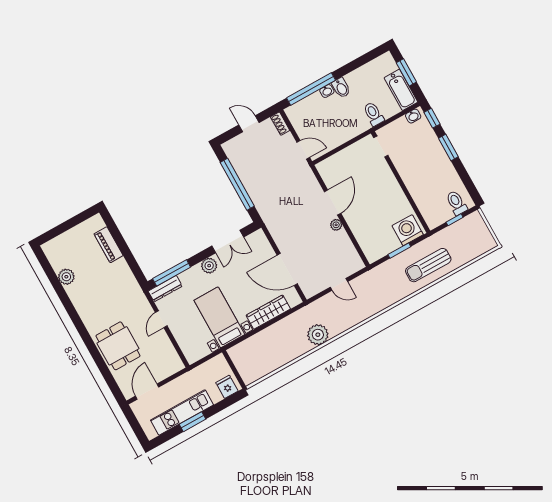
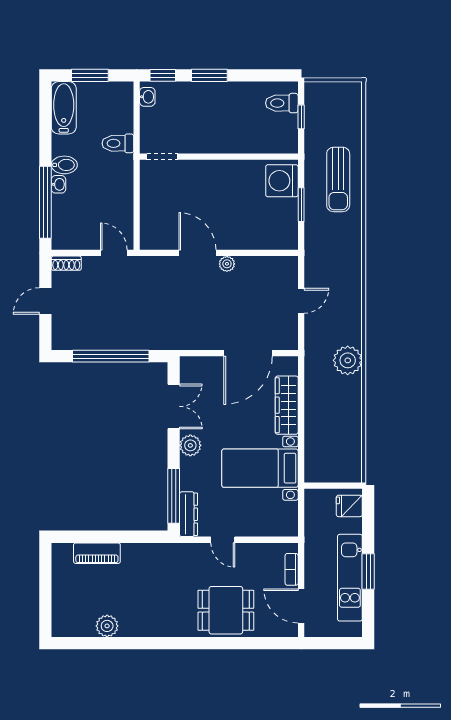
bathtub: (401, 90) -> (64, 108), moved, turned -90
door: (303, 150) -> (114, 253), hinge flipped
bookcase: (167, 373) -> (292, 569), added

